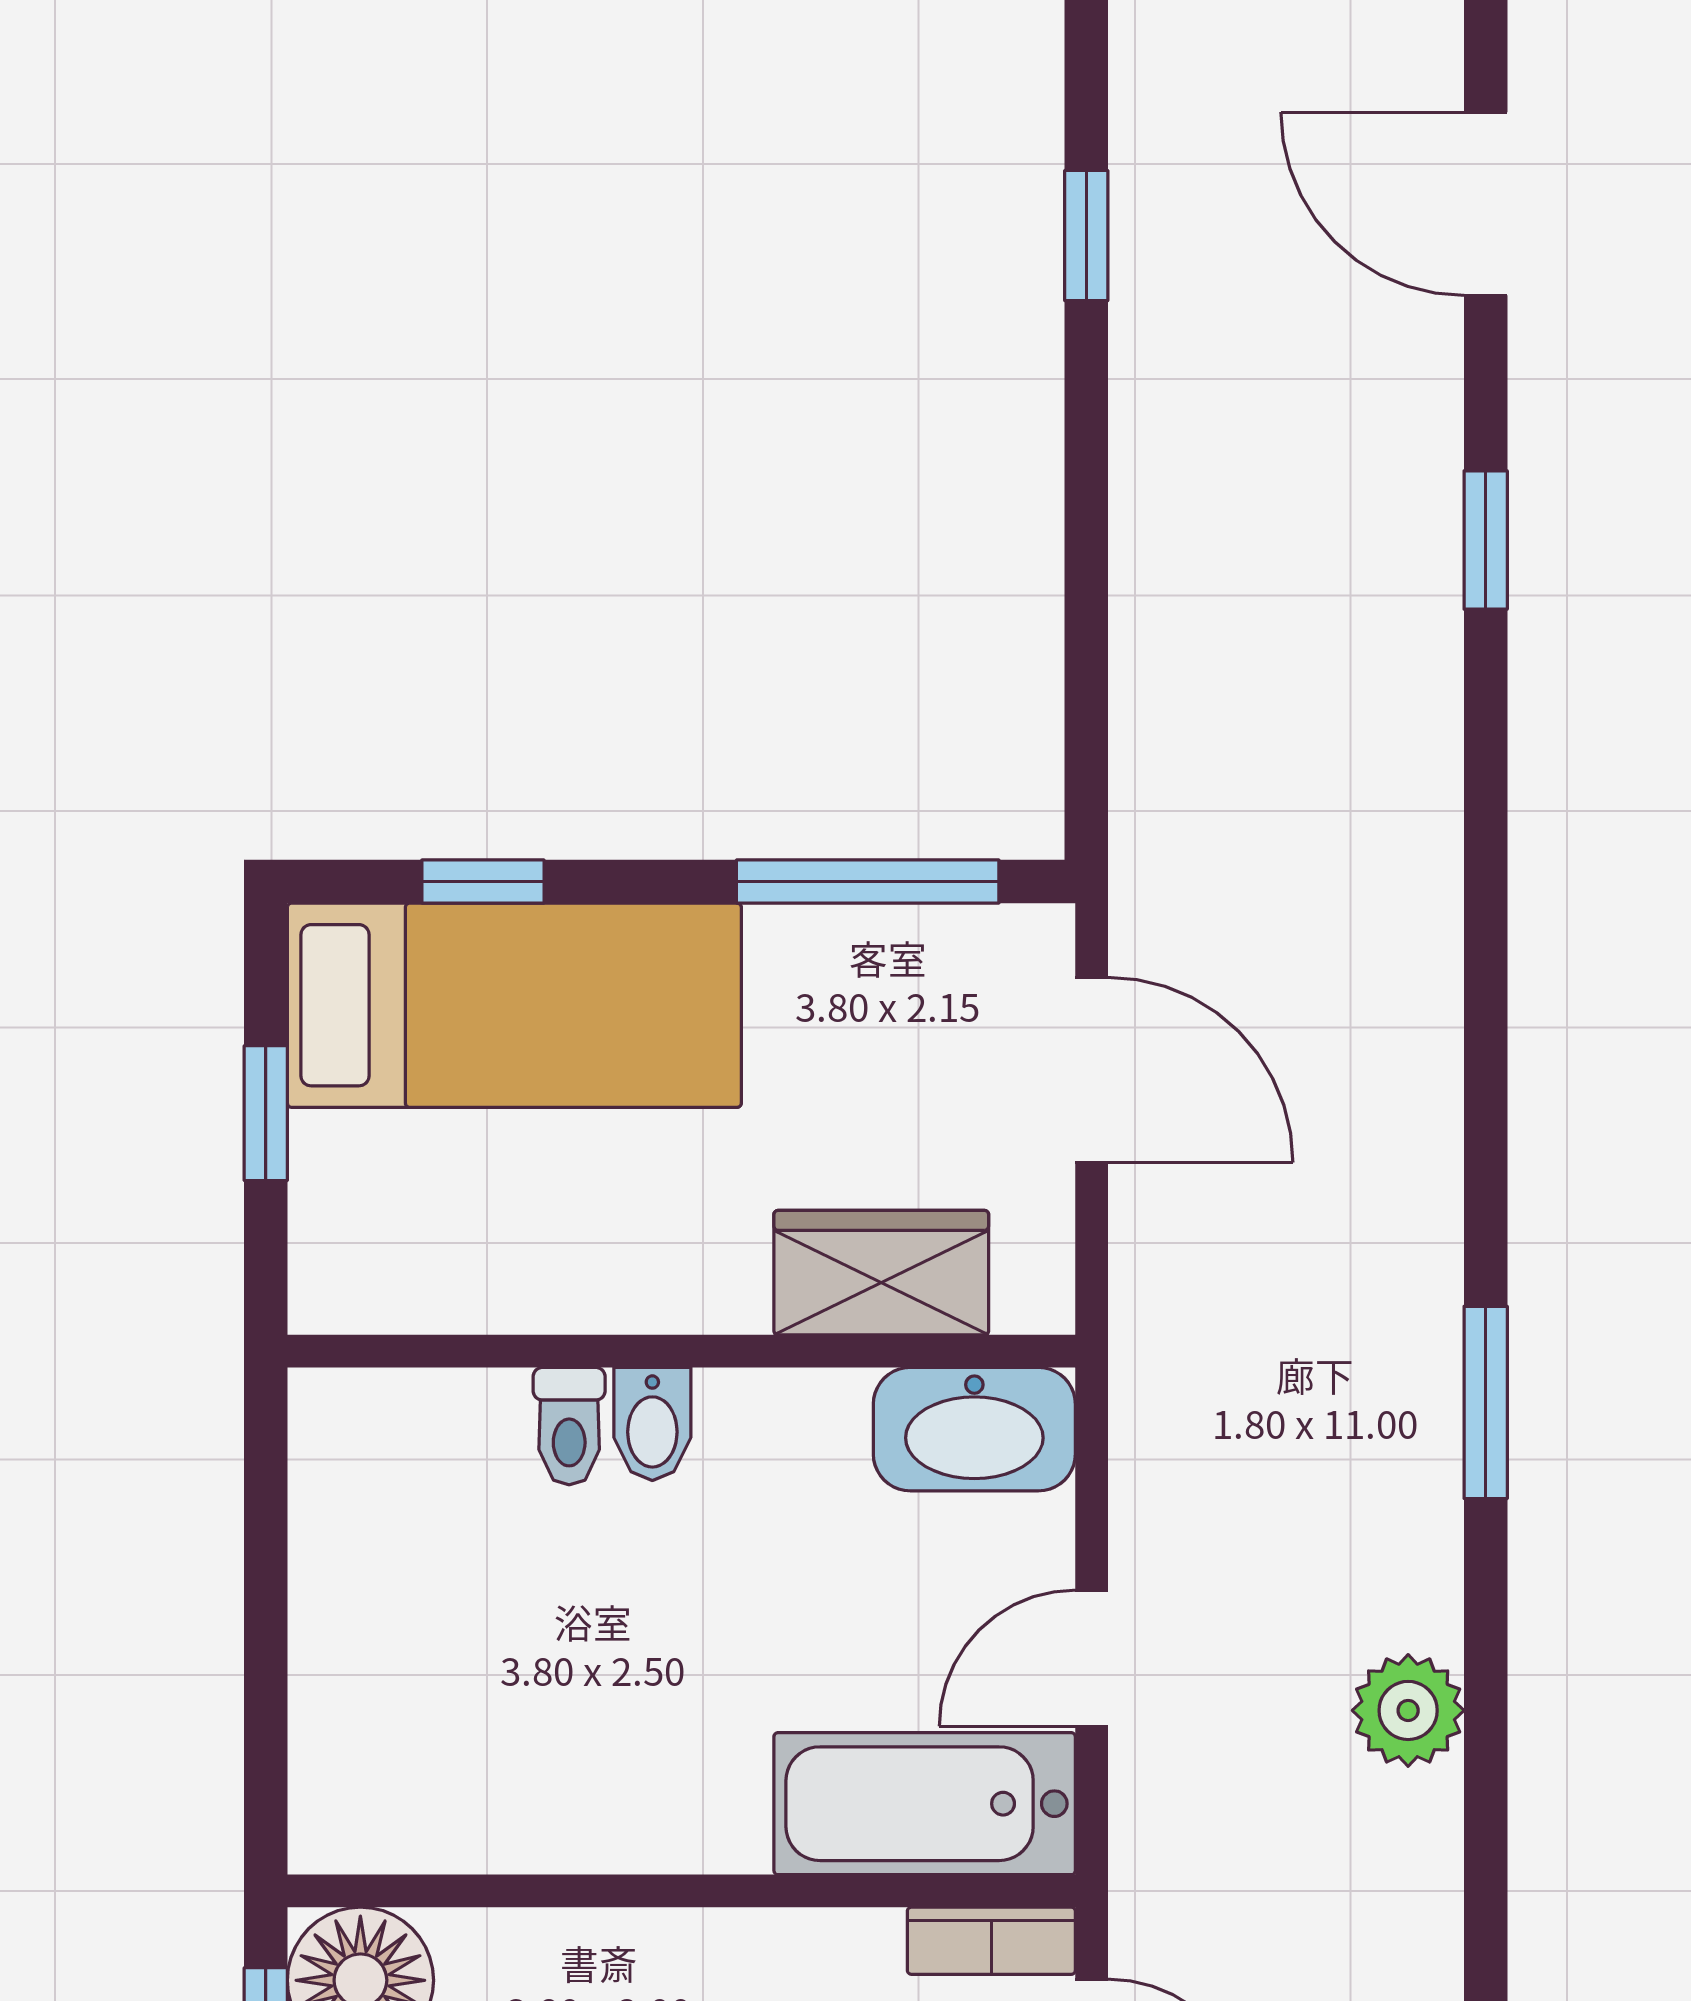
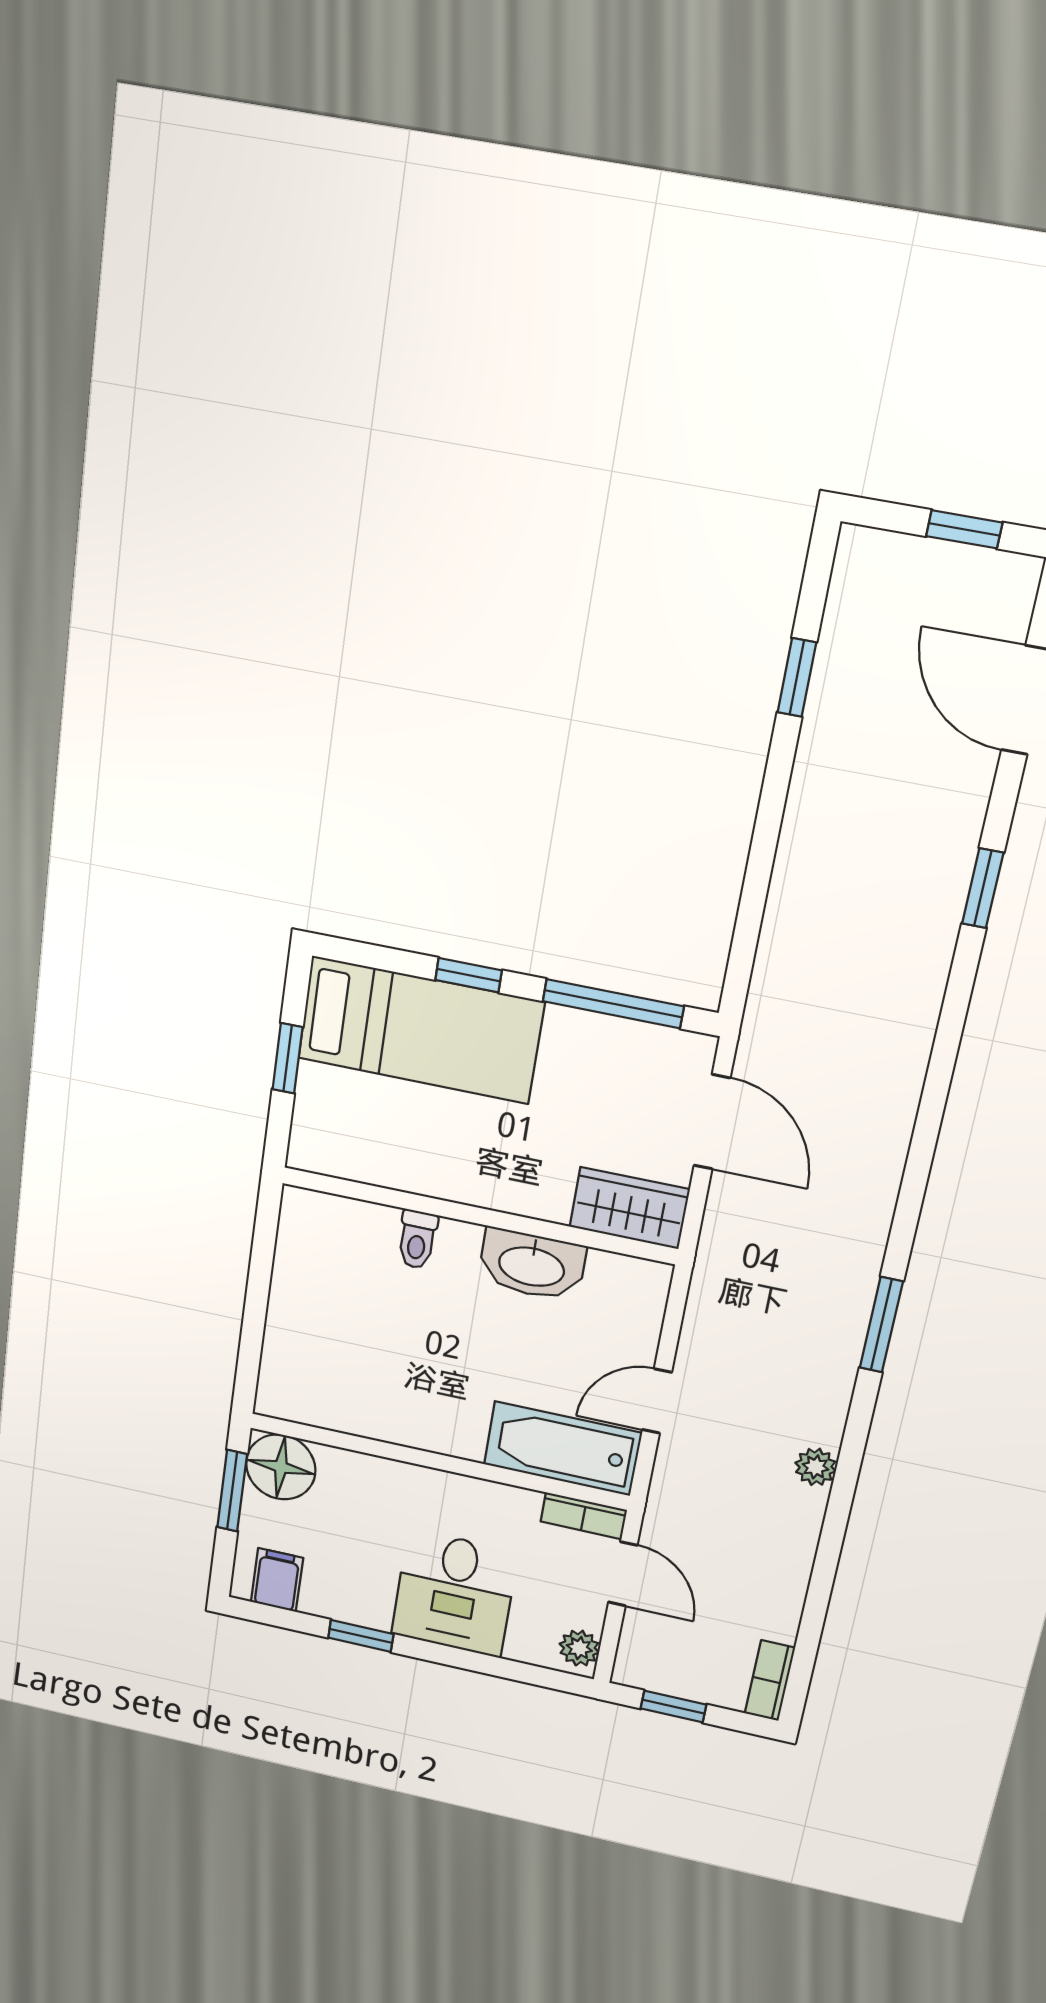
window: (483, 881) -> (469, 975), moved
wardrobe: (881, 1273) -> (629, 1208), moved
bidet: (652, 1424) -> (459, 1247), removed
washbasin: (974, 1429) -> (532, 1265), moved
plant: (1408, 1710) -> (816, 1467), width x0.73, depth x0.73

